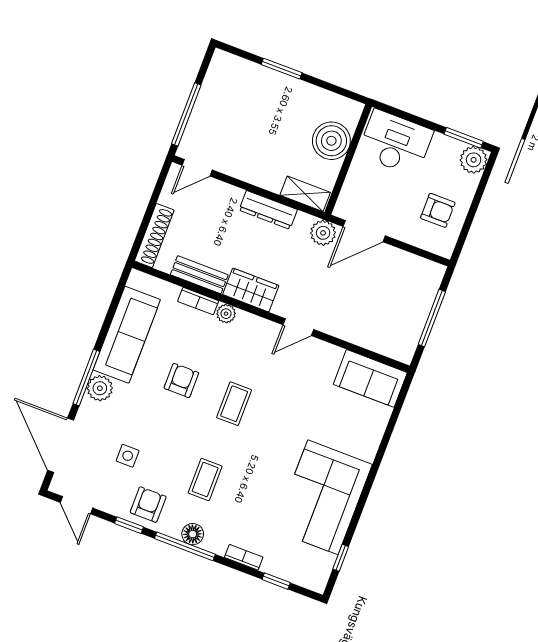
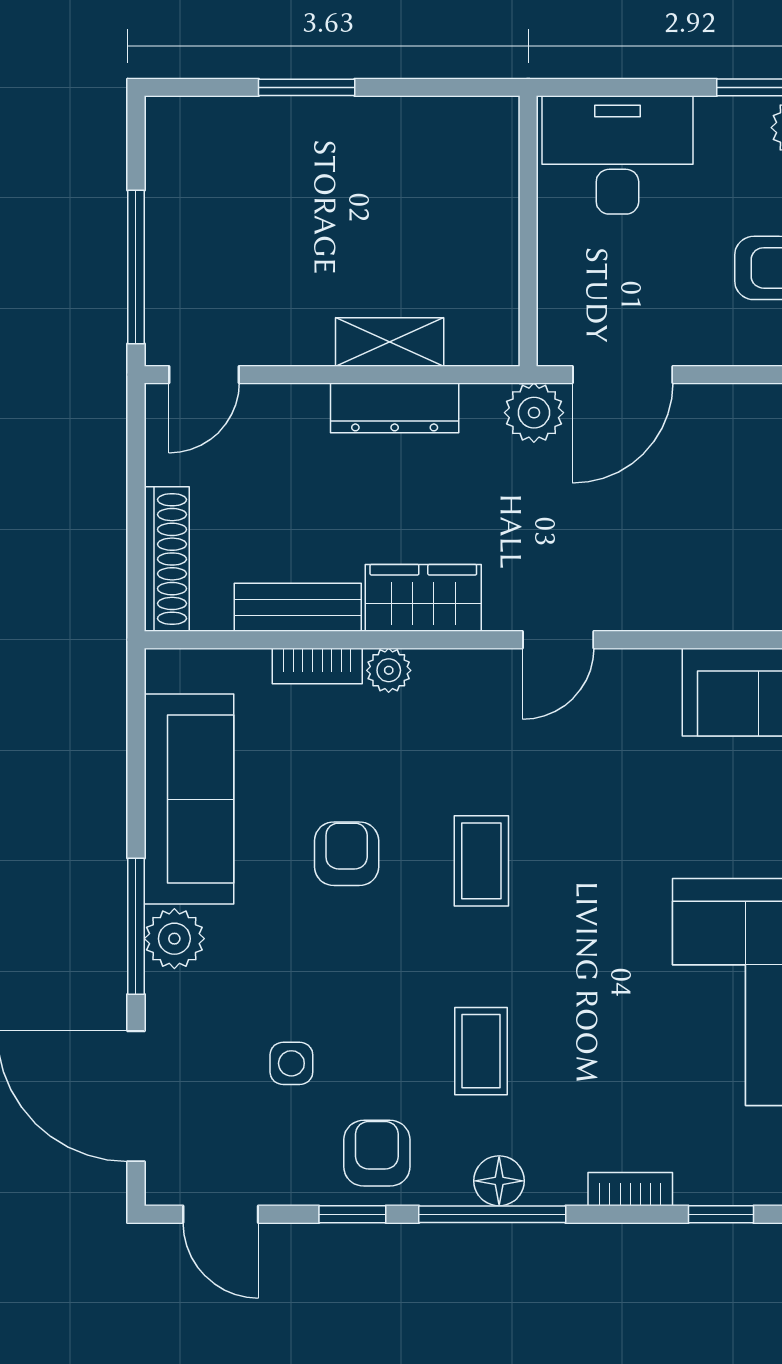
boiler: (331, 141) -> (476, 204), removed
shelving: (305, 194) -> (390, 342), moved

